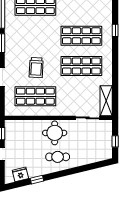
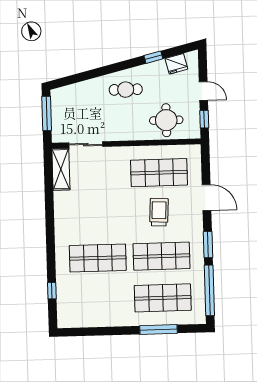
window: (115, 30) -> (52, 291), moved
shop shelf: (81, 66) -> (161, 256), moved
round table: (55, 133) -> (166, 120), moved
window: (115, 141) -> (47, 113), width x2.17

